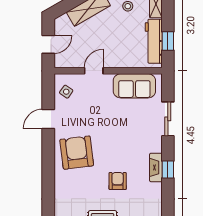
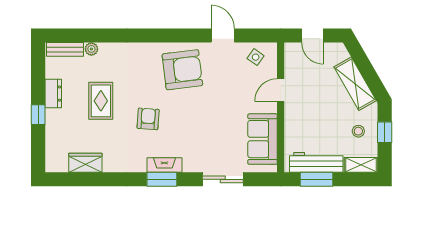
window: (168, 41) -> (317, 179), width x1.50
door: (94, 71) -> (281, 90), swing flipped
window: (168, 169) -> (162, 179), width x1.50
armchair: (118, 181) -> (148, 119), turned -86

